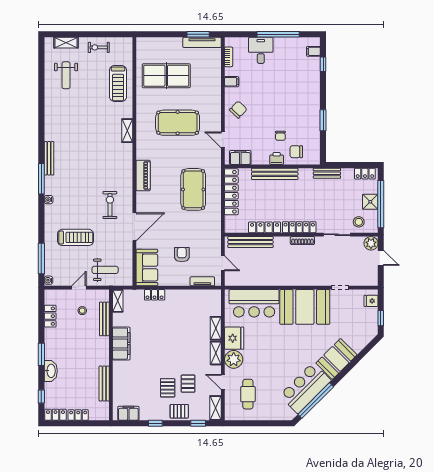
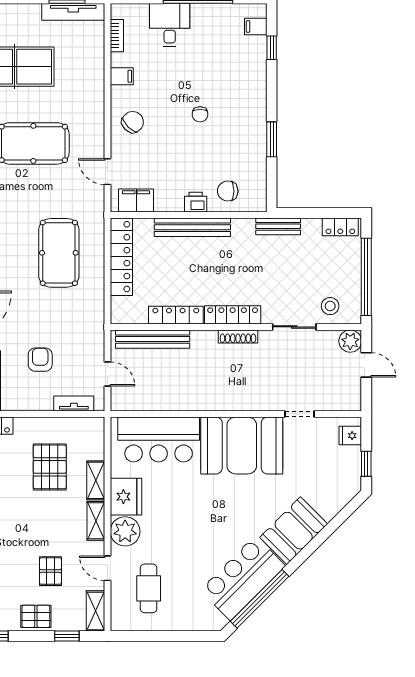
chair: (280, 136) -> (200, 114), moved
shower: (370, 202) -> (349, 273), removed
pallet: (168, 388) -> (50, 467), moved, width x1.50, depth x1.42

